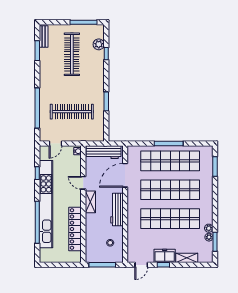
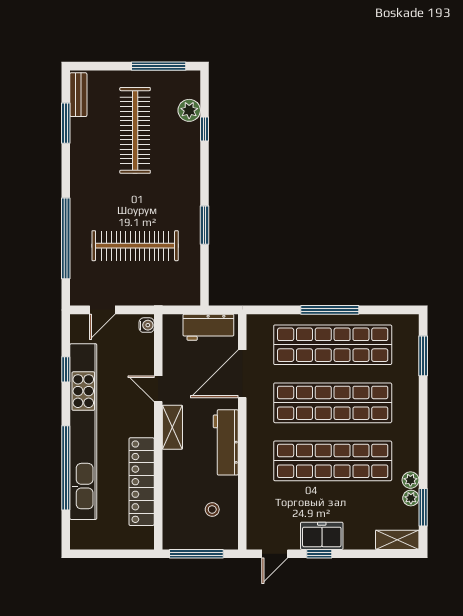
workbench: (104, 152) -> (208, 327), width x0.73
shelving: (187, 258) -> (397, 540), moved

